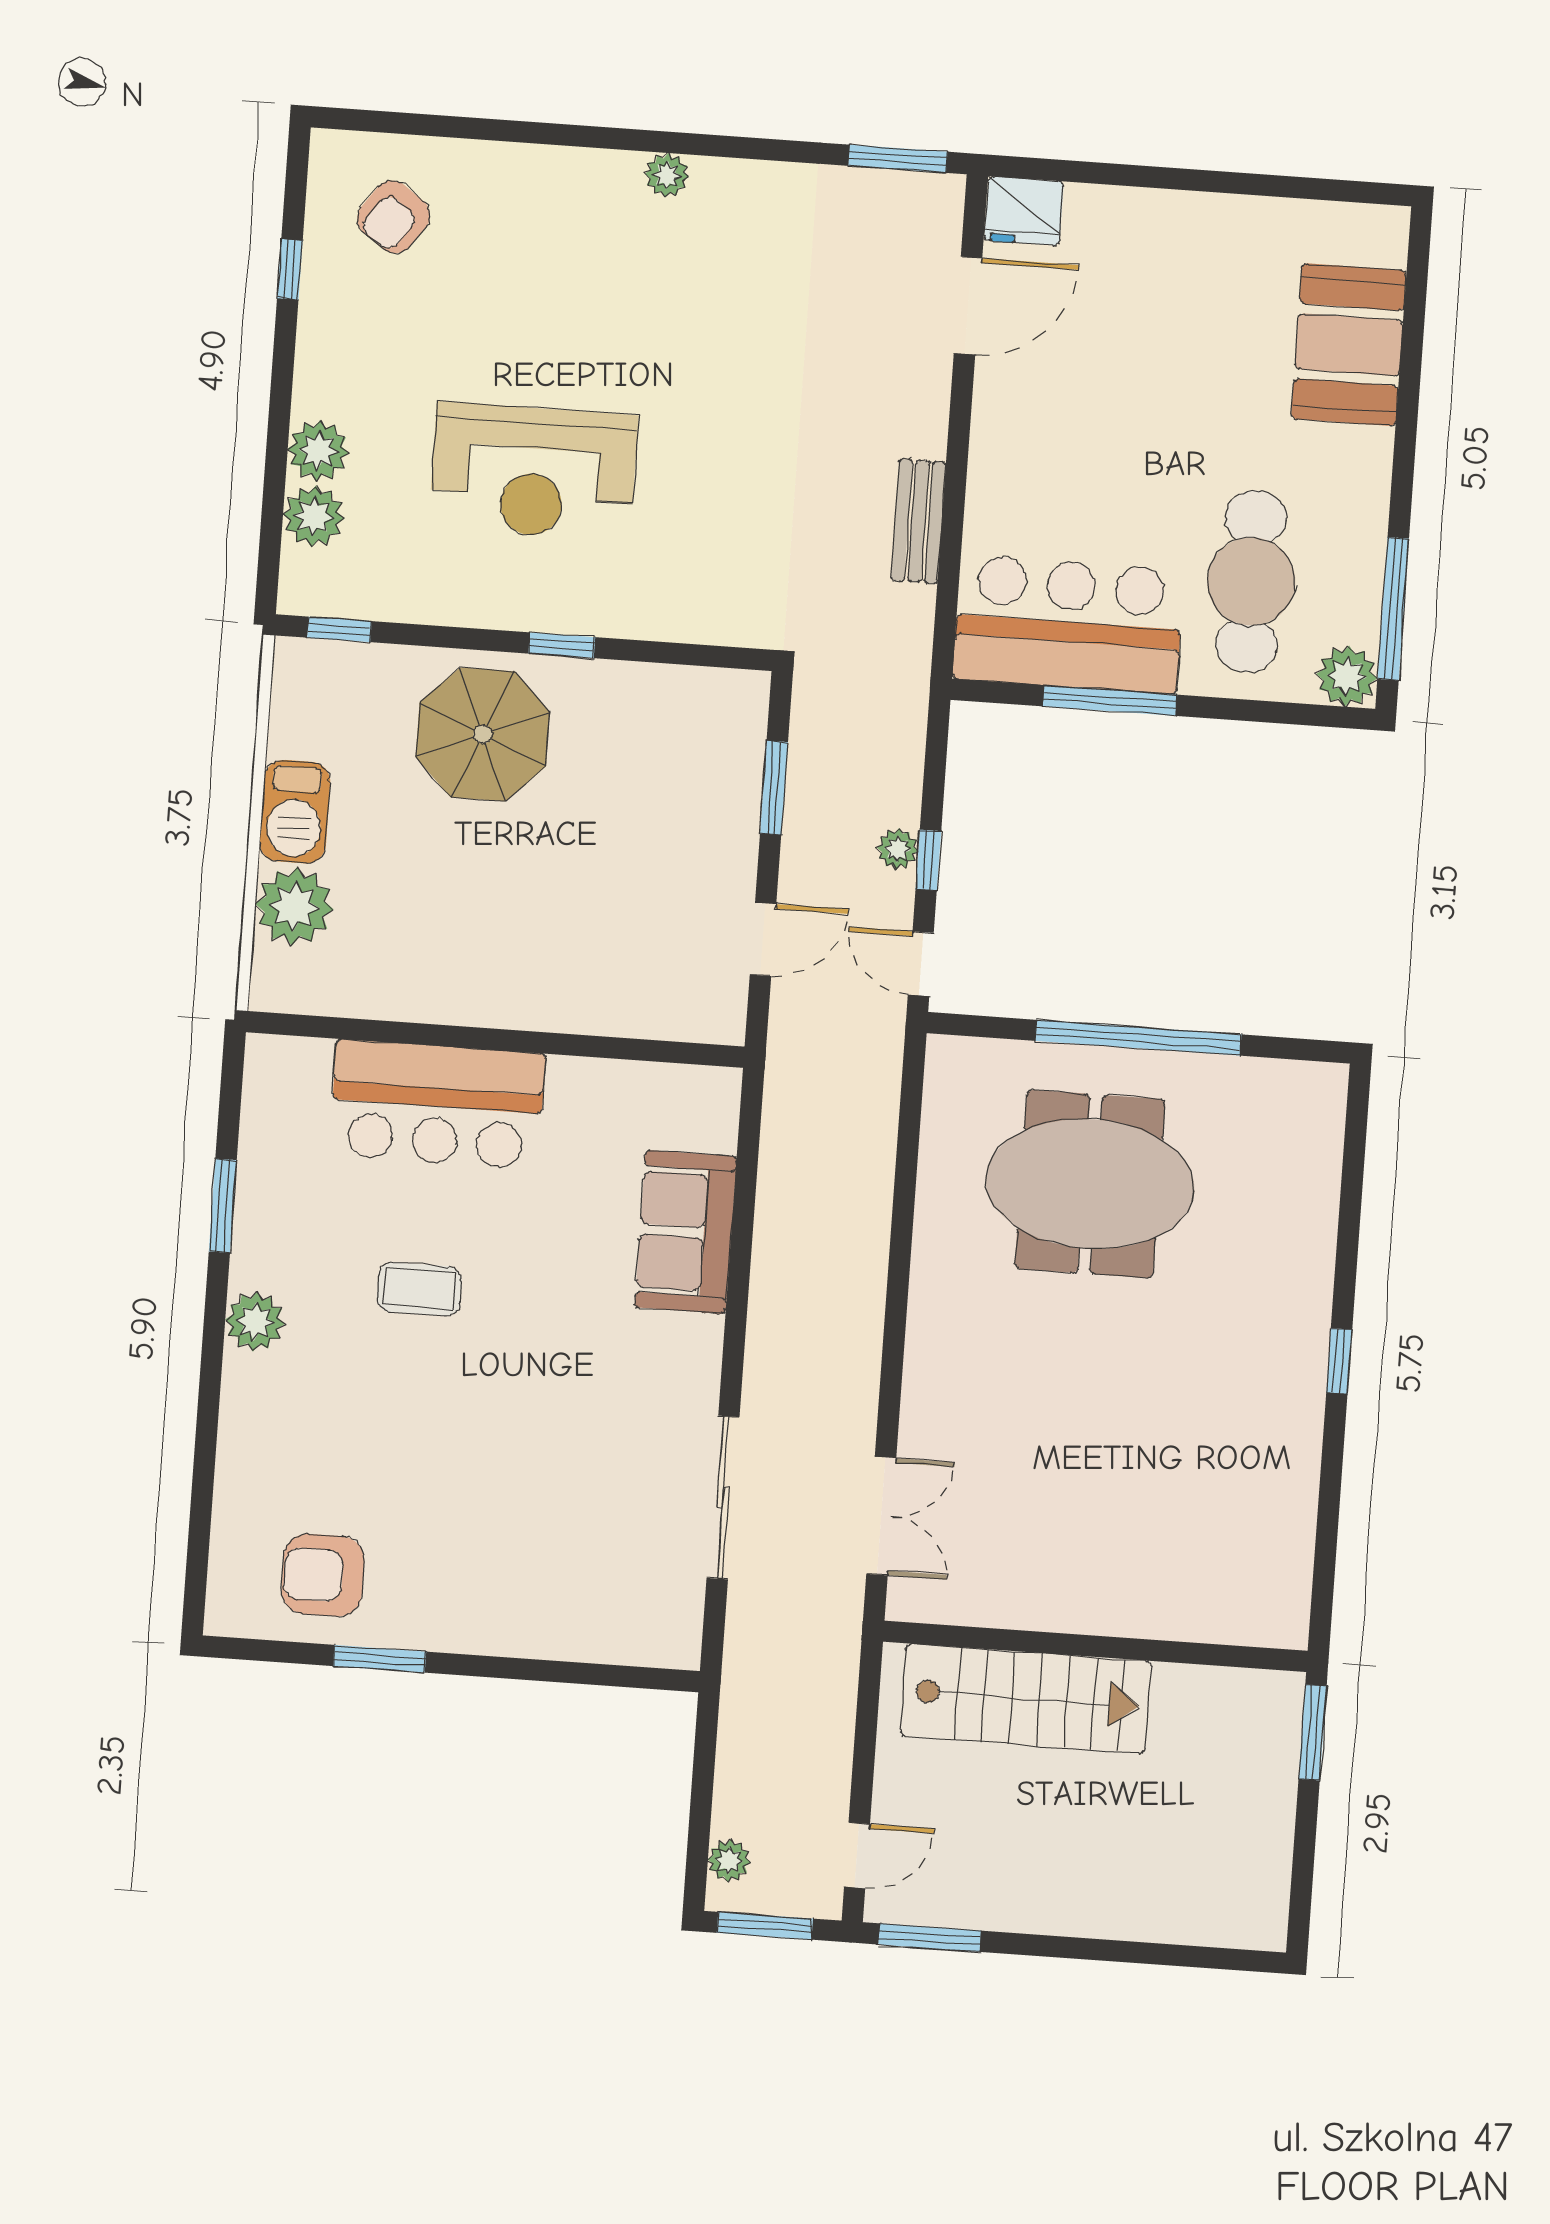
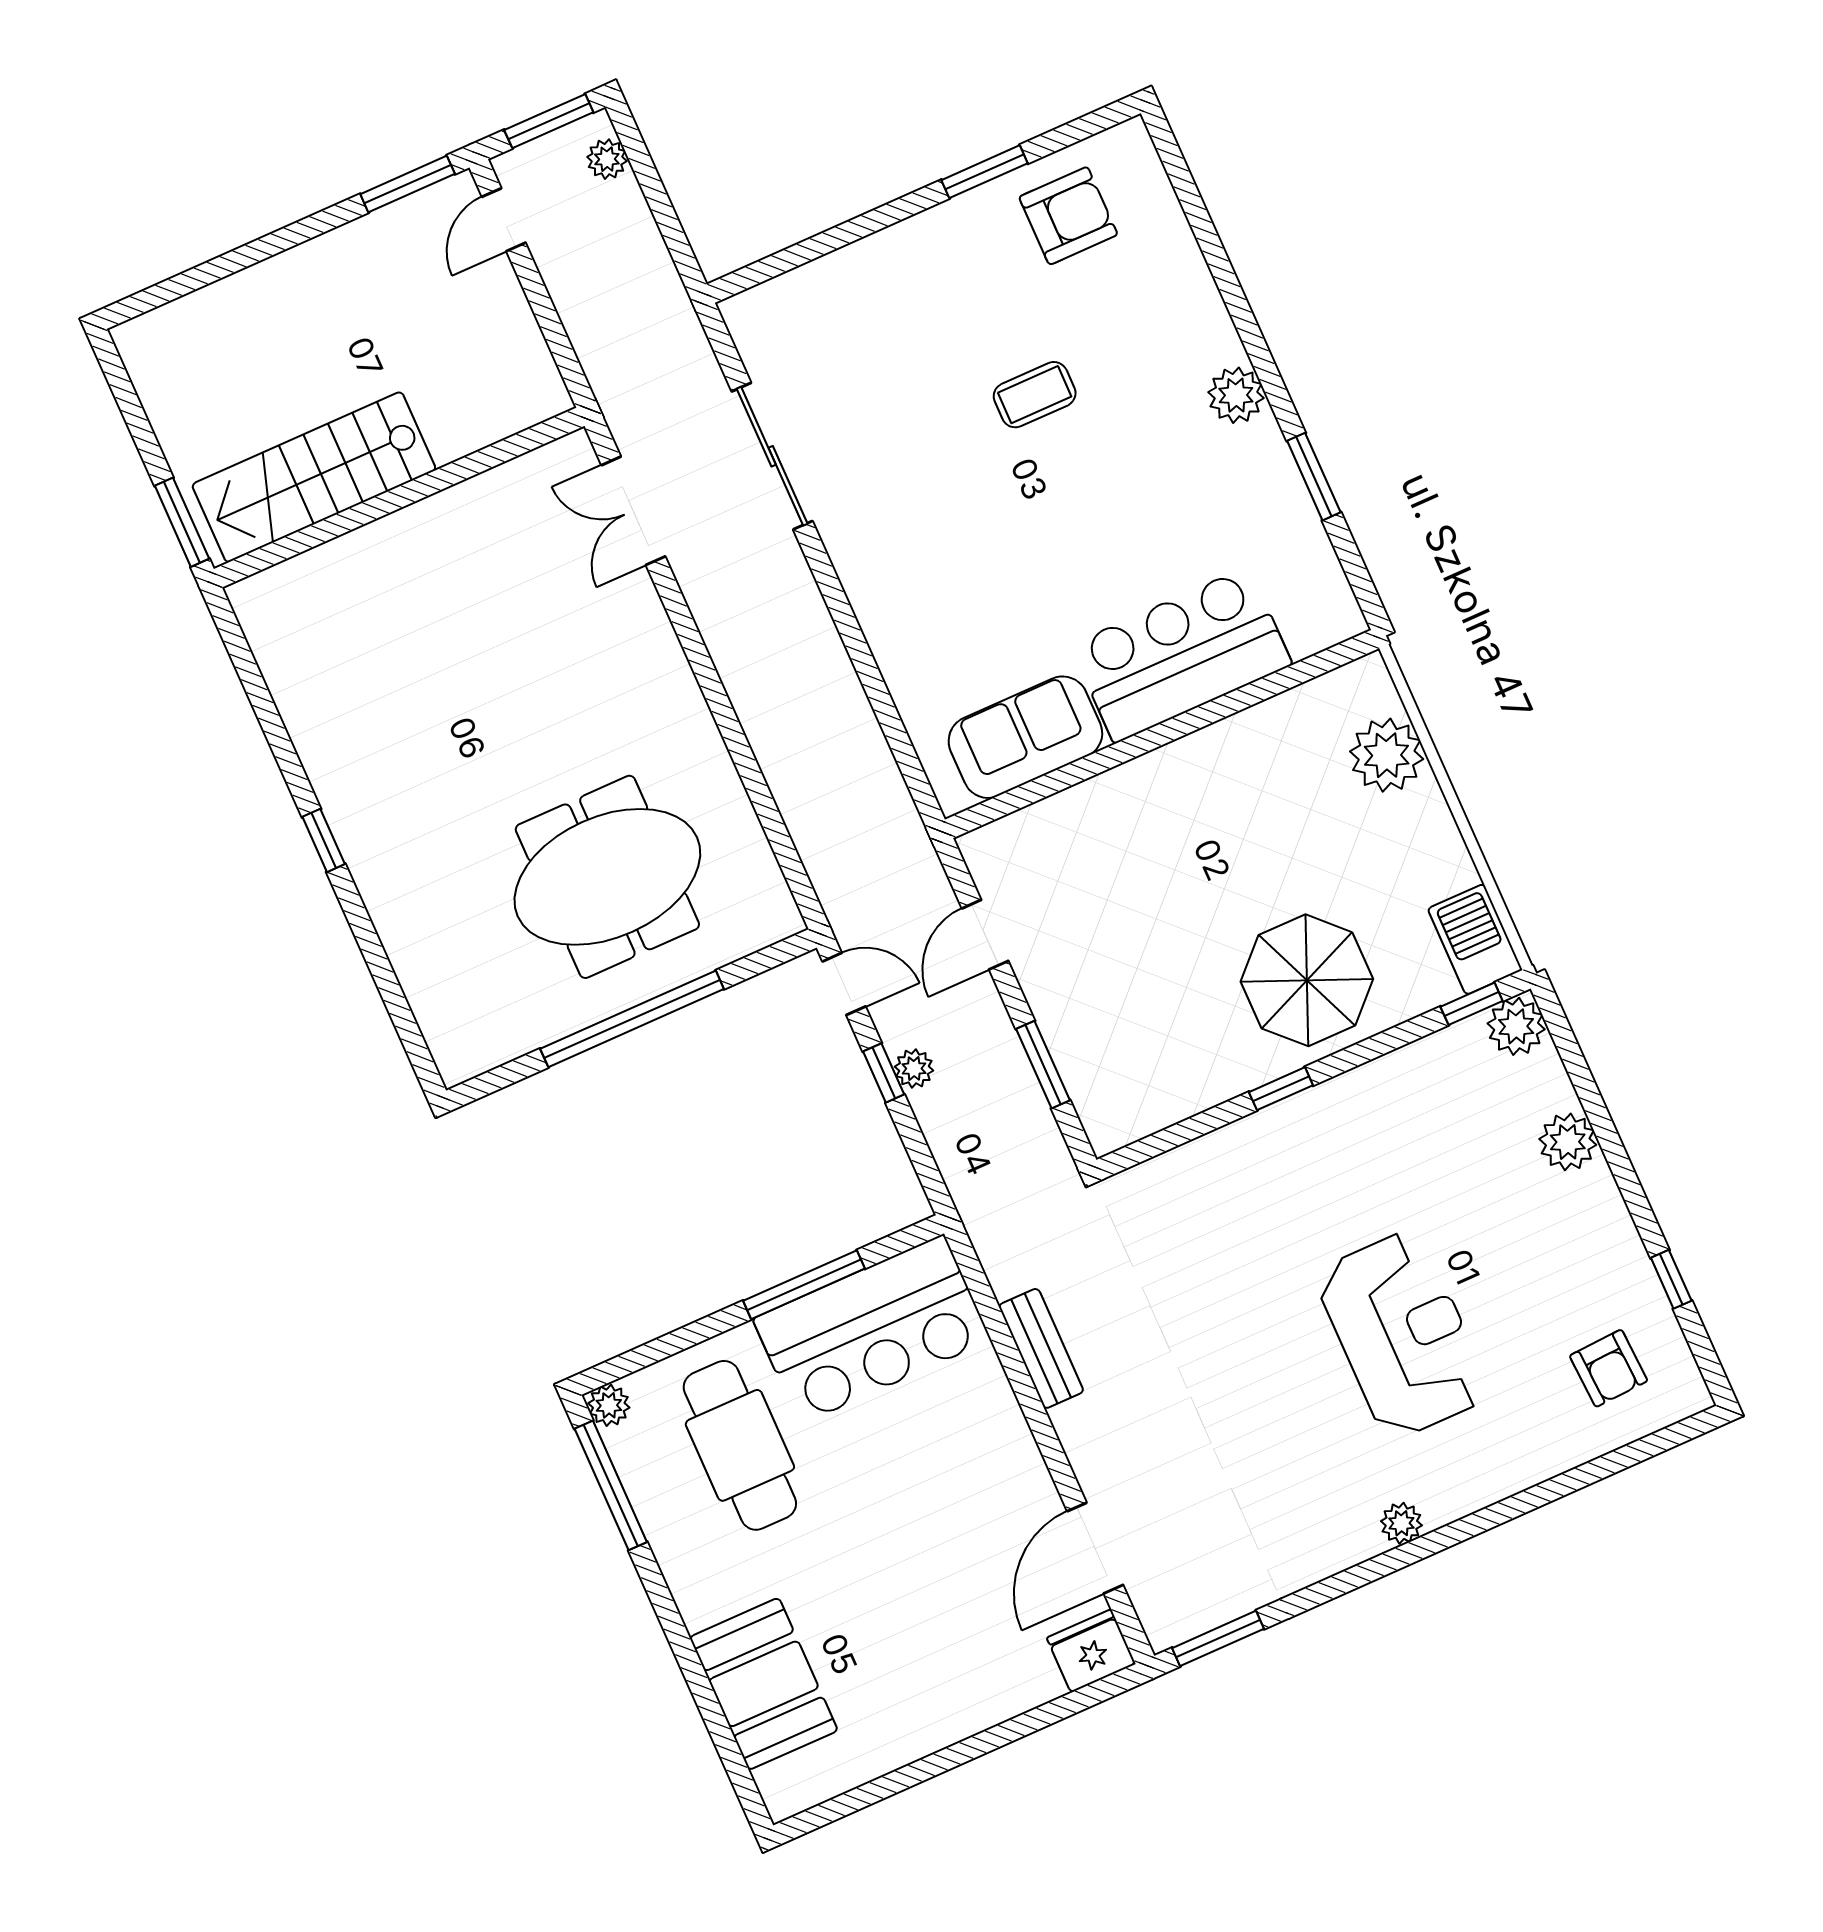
armchair: (394, 217) -> (1609, 1368), turned 141
reception desk: (533, 471) -> (1402, 1335), moved, turned 90
plant: (314, 516) -> (1516, 1026), moved
plant: (1347, 676) -> (609, 1405), width x0.73, depth x0.73
barbecue: (295, 812) -> (1475, 939), moved
sofa: (686, 1232) -> (1025, 737), moved, turned -90
coffee table: (419, 1289) -> (1035, 395), moved
stairs: (1026, 1698) -> (314, 477), moved

